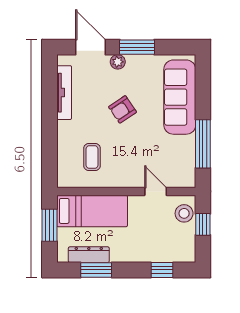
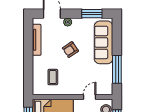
window: (137, 47) -> (92, 14), moved
door: (156, 191) -> (90, 97), hinge flipped

